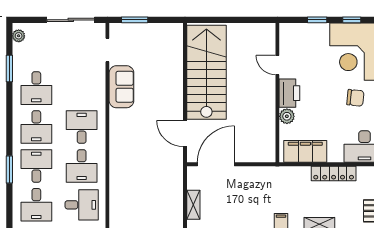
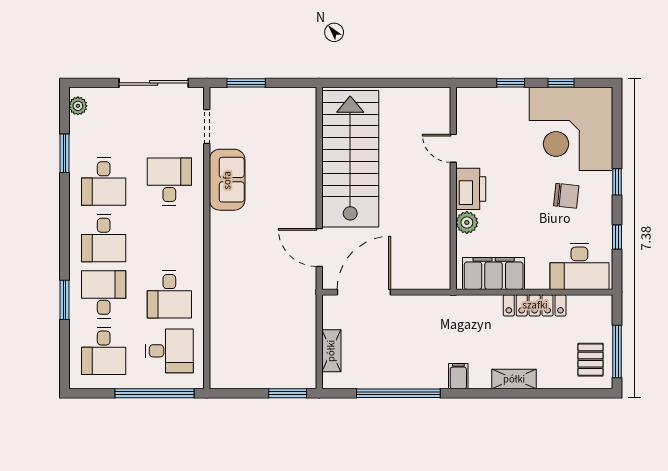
desk: (82, 127) -> (169, 182), moved

